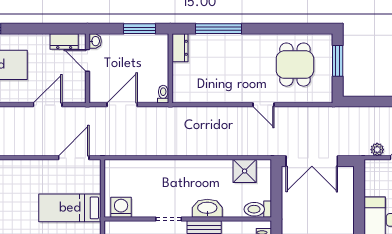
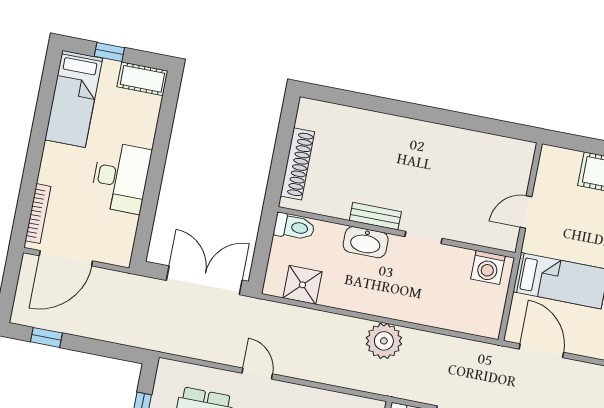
plant: (377, 150) -> (384, 341), moved, width x1.88, depth x1.88
door: (74, 158) -> (541, 351), swing flipped

